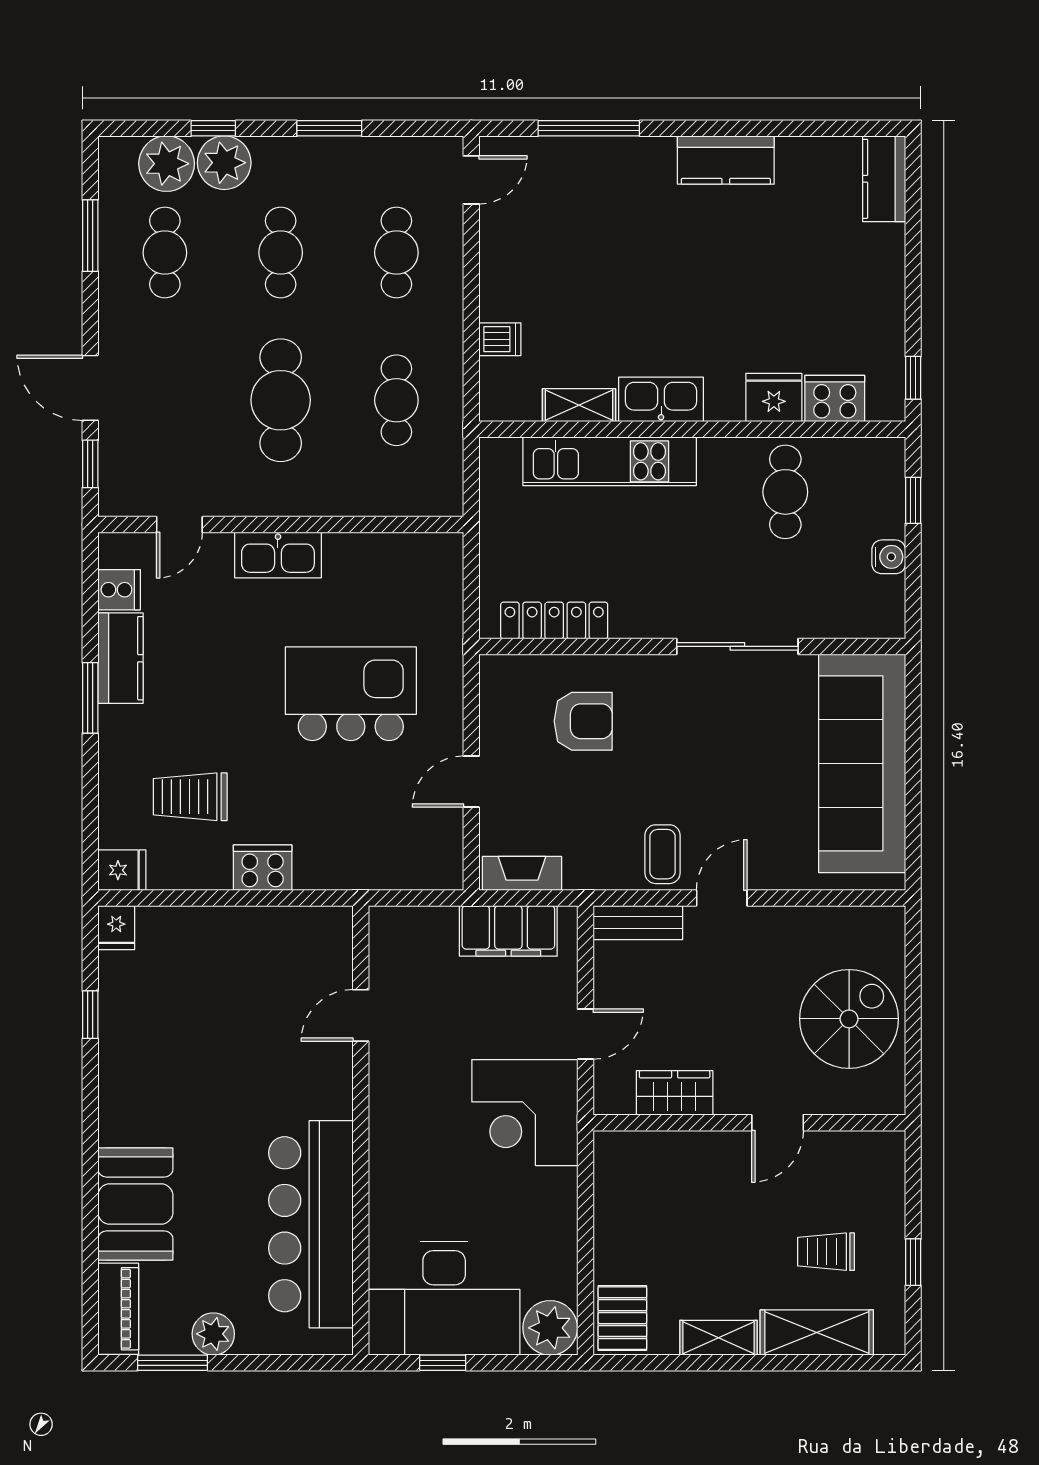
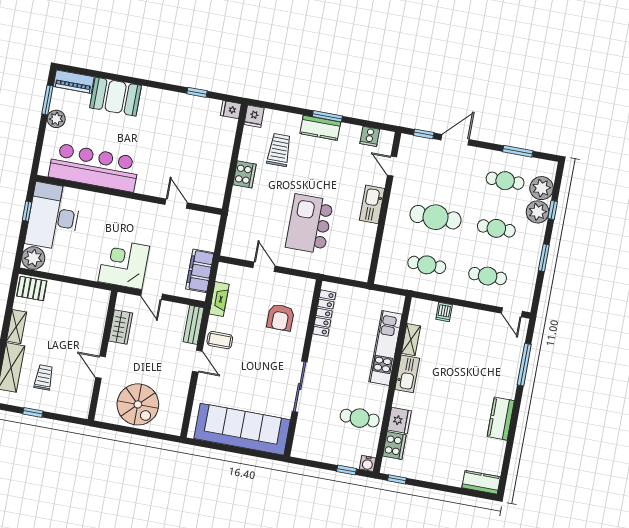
water cooler: (889, 557) -> (368, 463), moved
kitchen counter: (120, 658) -> (320, 128), moved
kitchen island: (351, 694) -> (309, 224), turned 180
fireplace: (522, 873) -> (219, 299), moved

